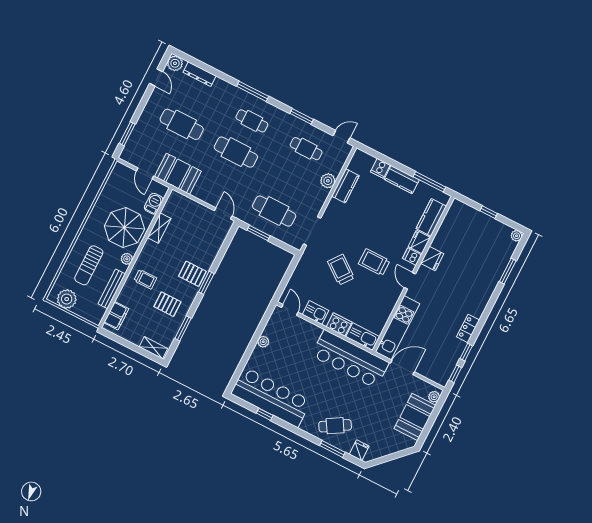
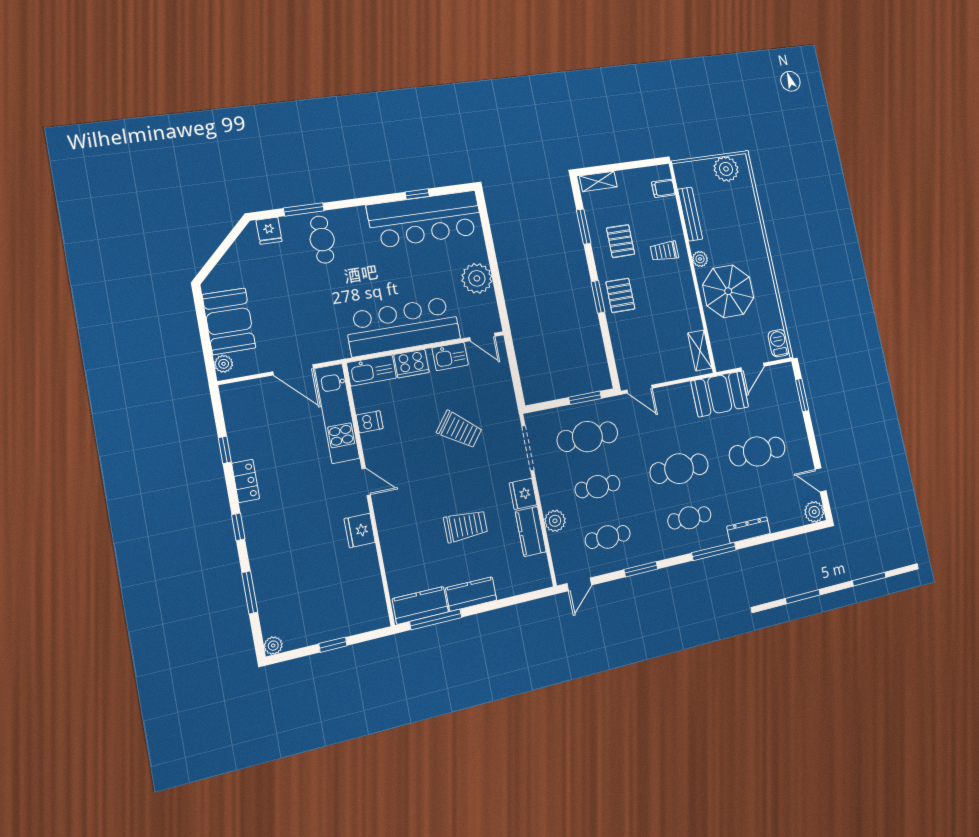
dresser: (199, 74) -> (748, 530), moved
cooker: (380, 168) -> (507, 586), removed
door: (145, 173) -> (753, 367), swing flipped
cafe table: (290, 180) -> (598, 487), added
barbecue: (154, 204) -> (779, 343), moved, turned 180
kitchen counter: (431, 217) -> (420, 605), moved, turned -90
shelving: (159, 228) -> (700, 351), moved
fridge: (419, 242) -> (523, 494), moved, turned 180
dishwasher: (412, 257) -> (370, 422), moved
trolley: (374, 262) -> (466, 526), moved
sun lounger: (89, 265) -> (732, 222), removed
pallet: (192, 274) -> (620, 295), turned 90
pallet: (167, 304) -> (621, 241), turned 90
filing cabinet: (116, 316) -> (663, 188), width x0.50
plant: (263, 342) -> (477, 278), width x1.87, depth x1.87
bar counter: (350, 359) -> (403, 326), moved
door: (402, 367) -> (293, 370), hinge flipped
window: (455, 374) -> (238, 527), moved
cafe table: (335, 426) -> (322, 240), turned -59

